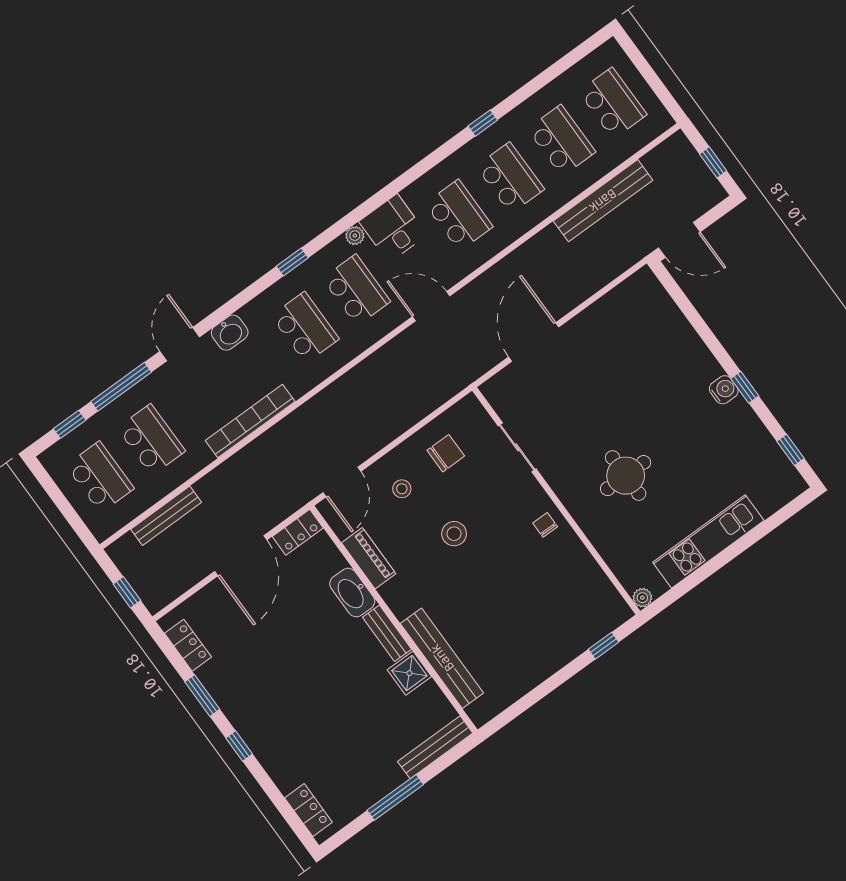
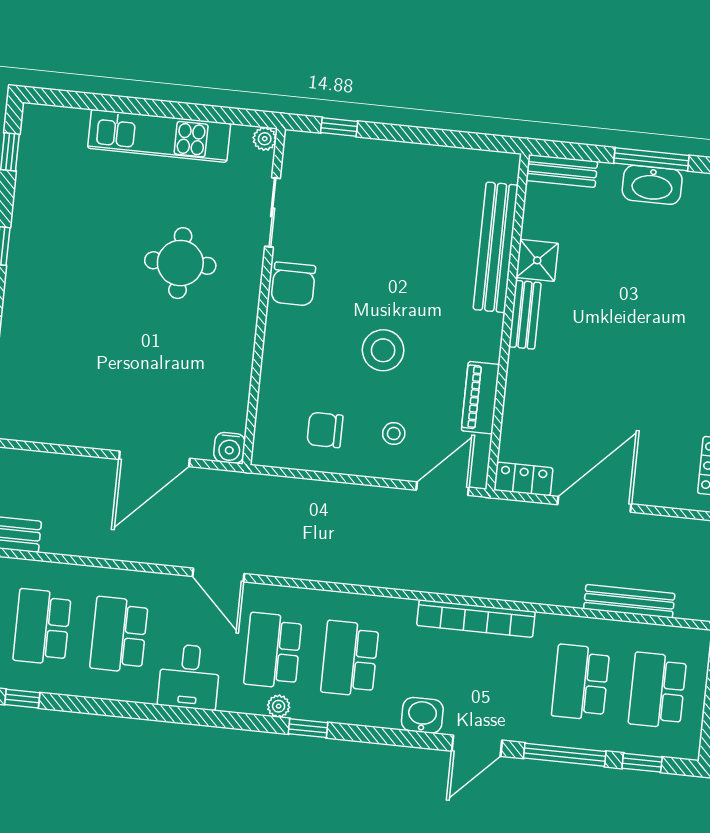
plant: (355, 236) -> (279, 706), moved
water cooler: (724, 390) -> (229, 448), moved, turned -90
sliding door: (517, 447) -> (273, 212), moved
chair: (545, 525) -> (293, 284), width x1.87, depth x1.87
stool: (454, 534) -> (383, 350), width x1.38, depth x1.38
washbasin: (352, 593) -> (652, 185), moved, turned 90
bench: (435, 747) -> (562, 171), width x0.73

